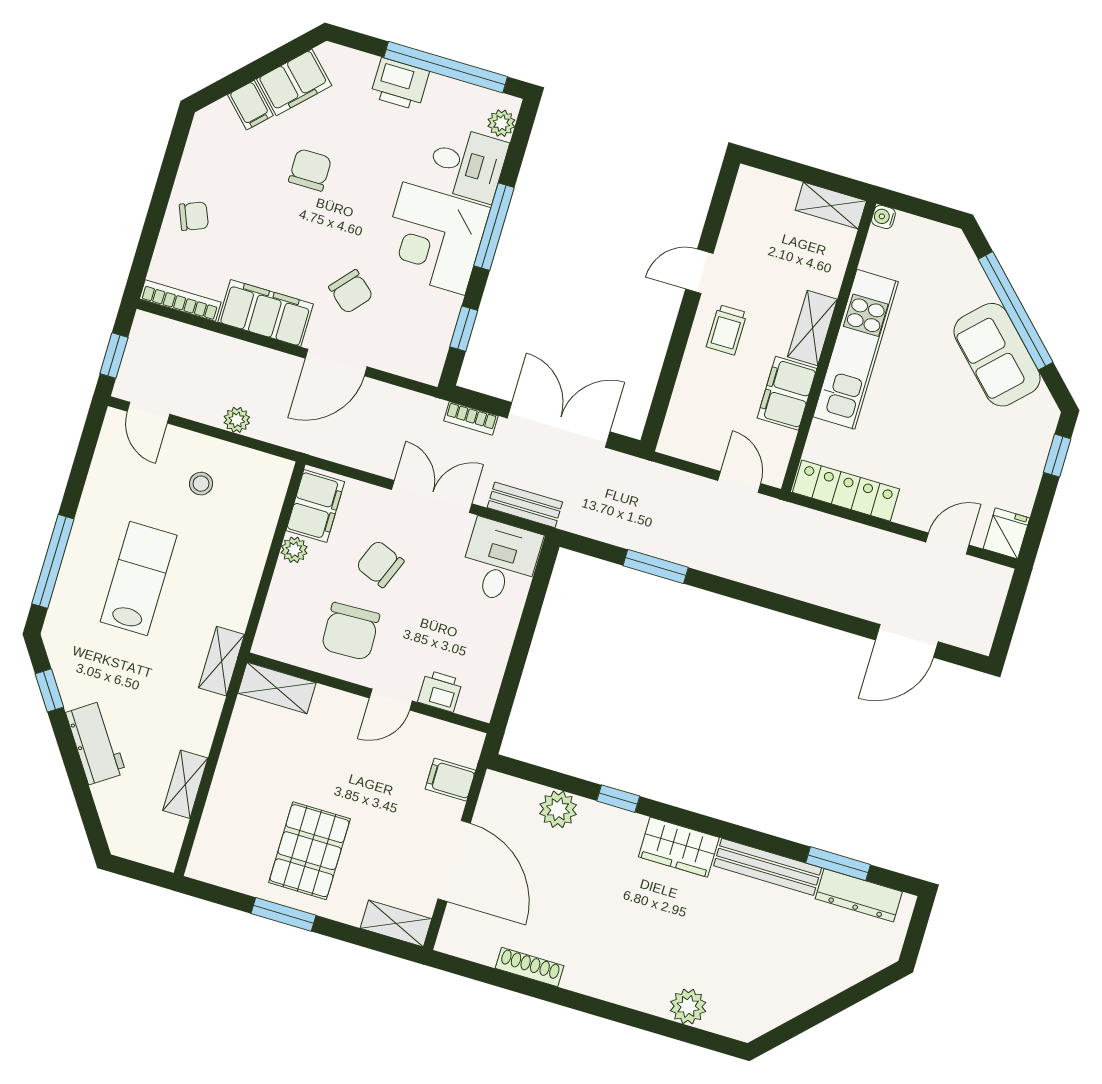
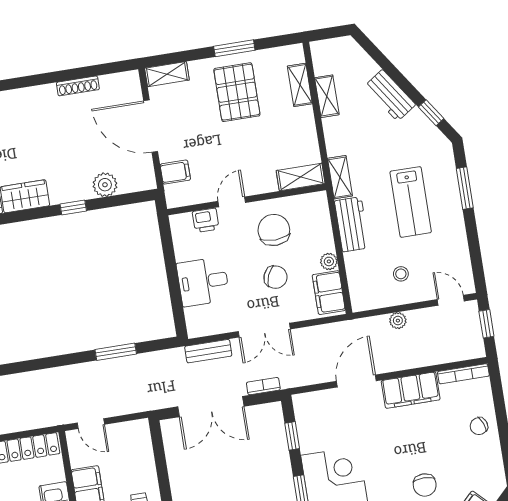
chair: (351, 292) -> (367, 426), removed
window: (53, 561) -> (465, 188), width x0.69
desk: (500, 561) -> (203, 282), moved, turned 90
workbench: (237, 587) -> (352, 224), added
shelving: (216, 818) -> (300, 85), added

